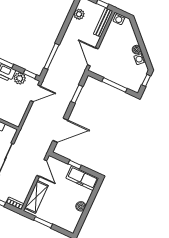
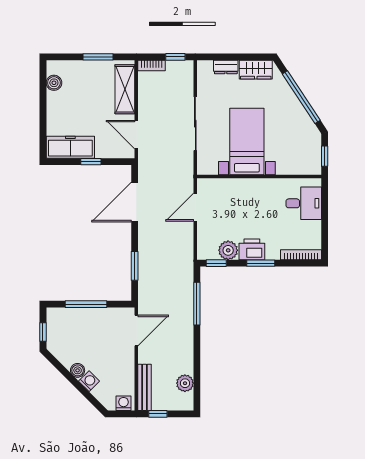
door: (93, 57) -> (136, 330), hinge flipped
washing machine: (140, 59) -> (89, 381), moved
door: (35, 93) -> (195, 207), moved
boiler: (81, 206) -> (54, 83), moved

